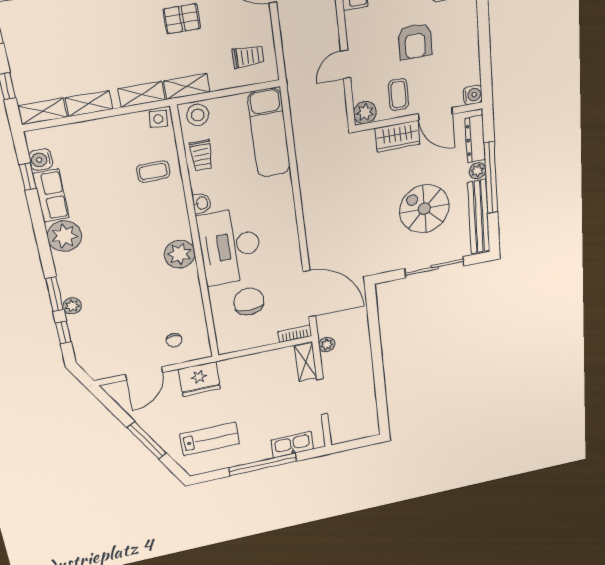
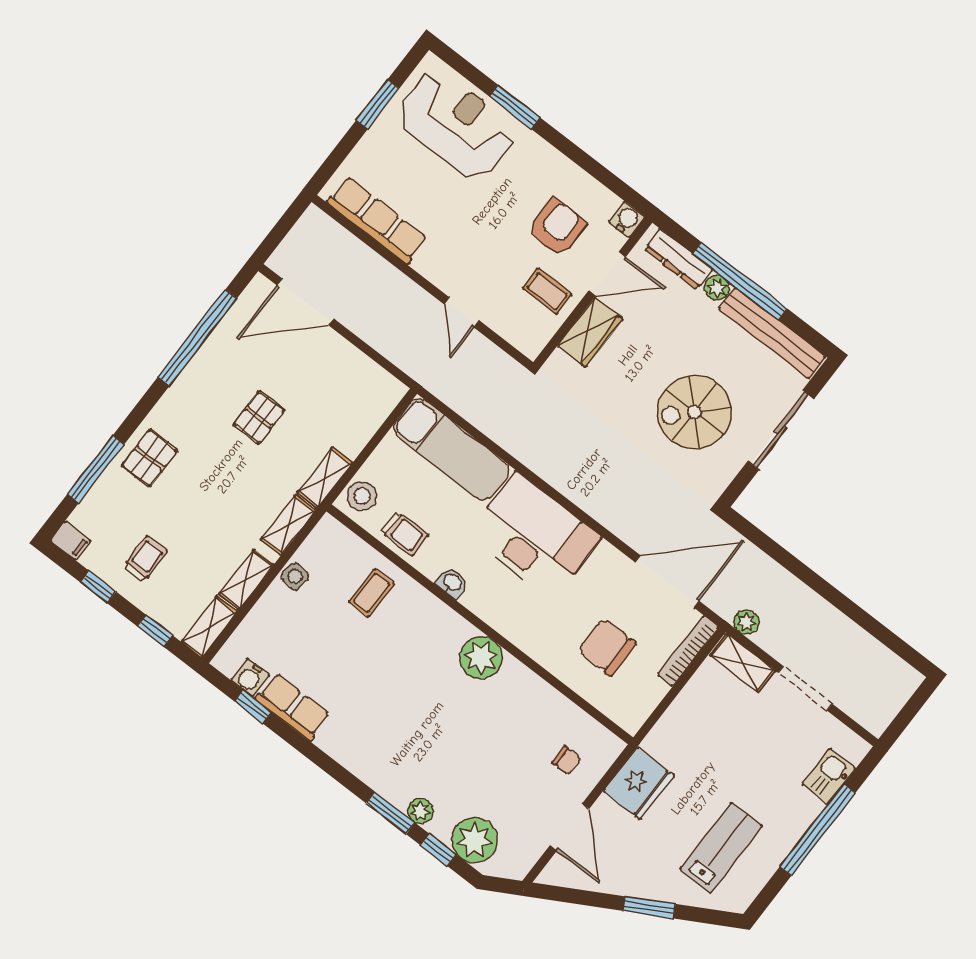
armchair: (415, 41) -> (557, 227), moved, turned -90
trolley: (248, 57) -> (145, 559), moved
plant: (365, 113) -> (530, 340), removed
side table: (158, 119) -> (295, 576), moved
spiral stairs: (424, 209) -> (694, 412), moved
plant: (64, 236) -> (474, 840), moved
desk: (230, 246) -> (534, 536), moved, turned 180
bookcase: (295, 334) -> (688, 651), width x1.56
window: (147, 440) -> (649, 907), width x0.69
kitchen sink: (292, 445) -> (829, 776), width x0.73

